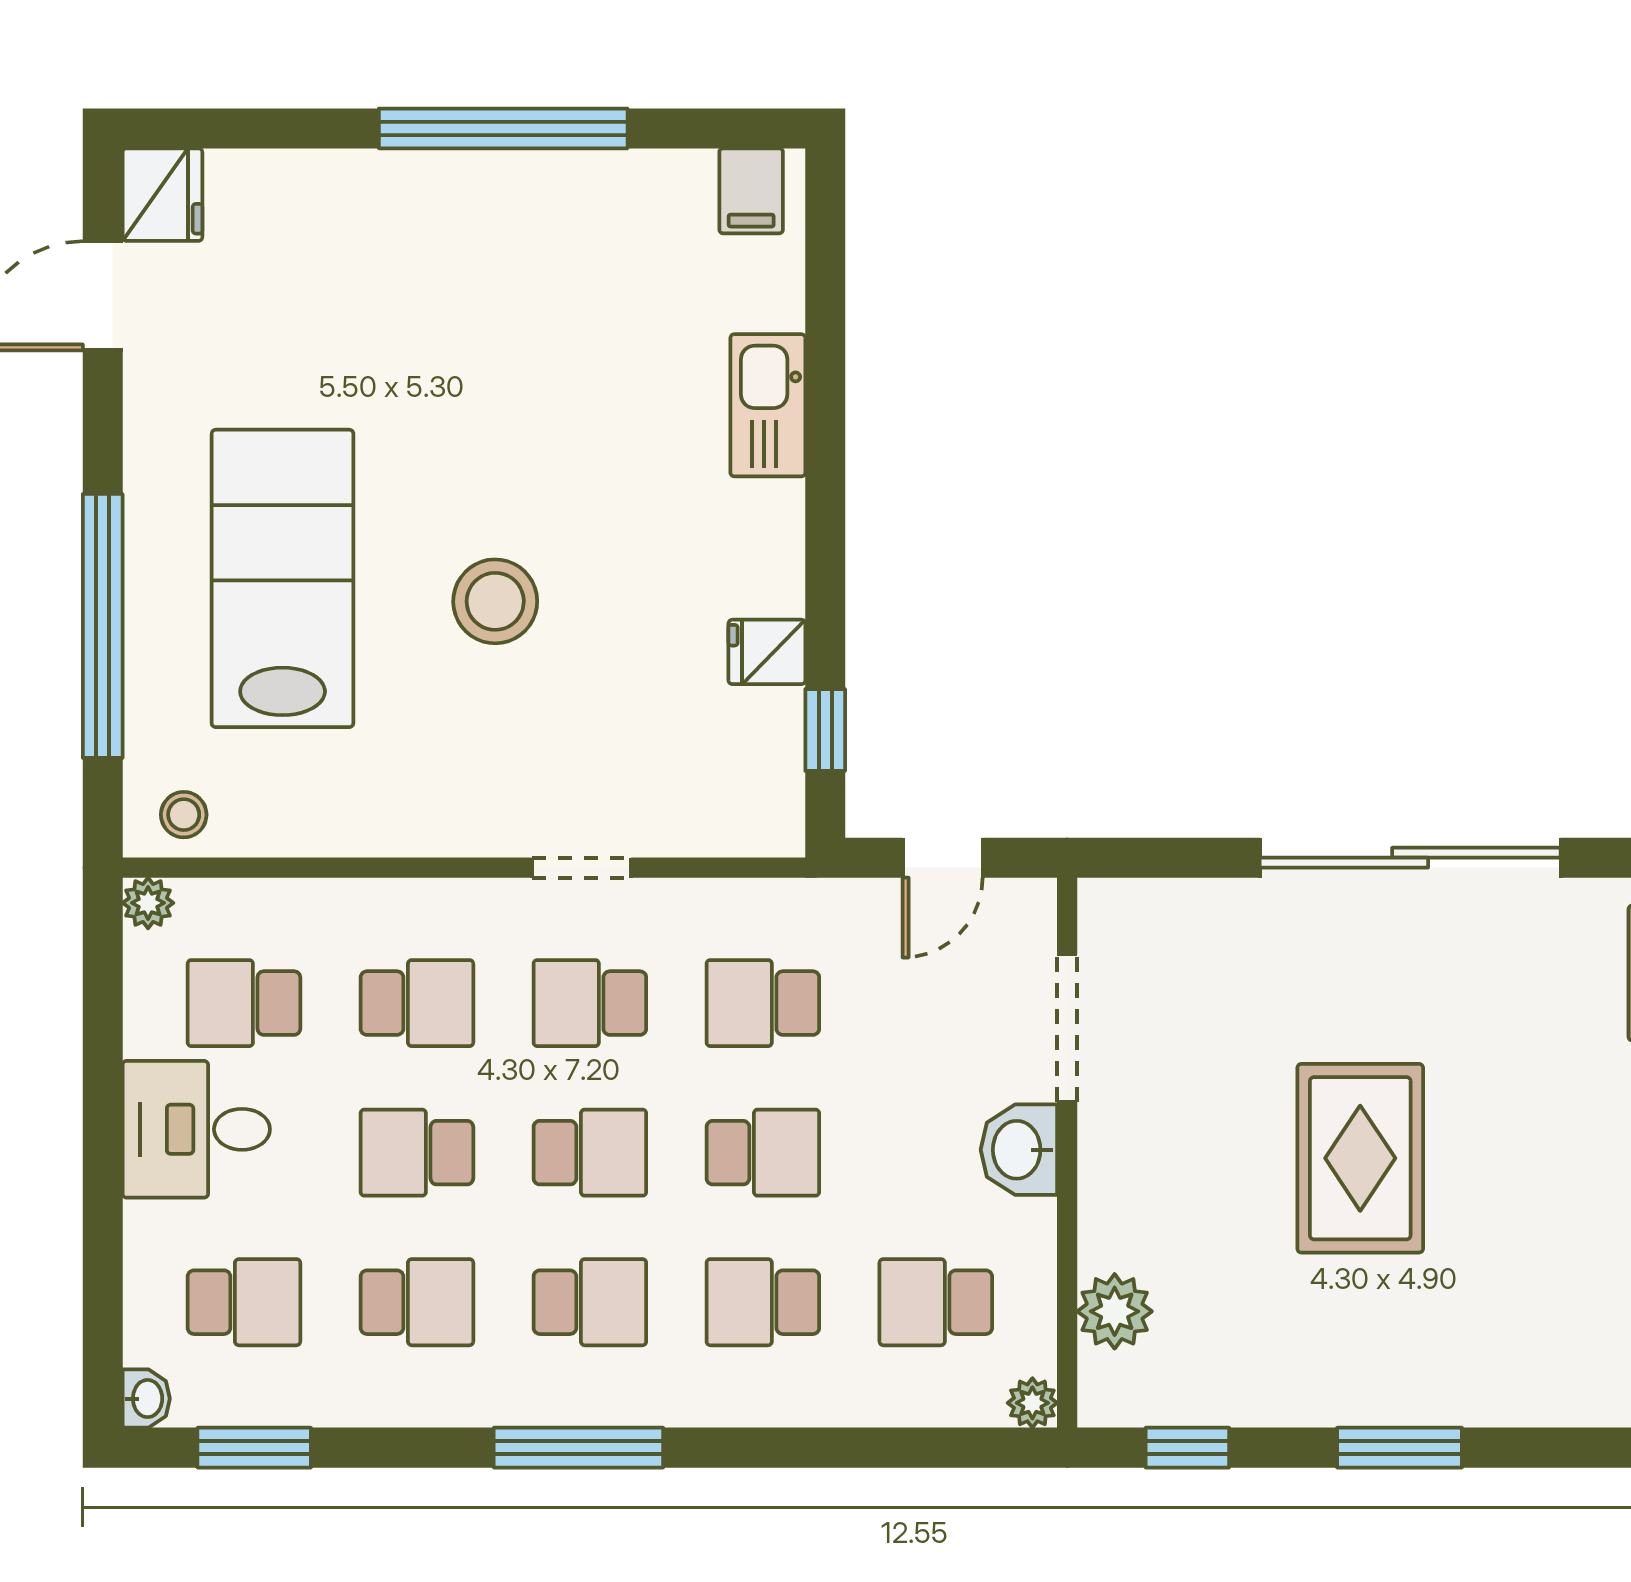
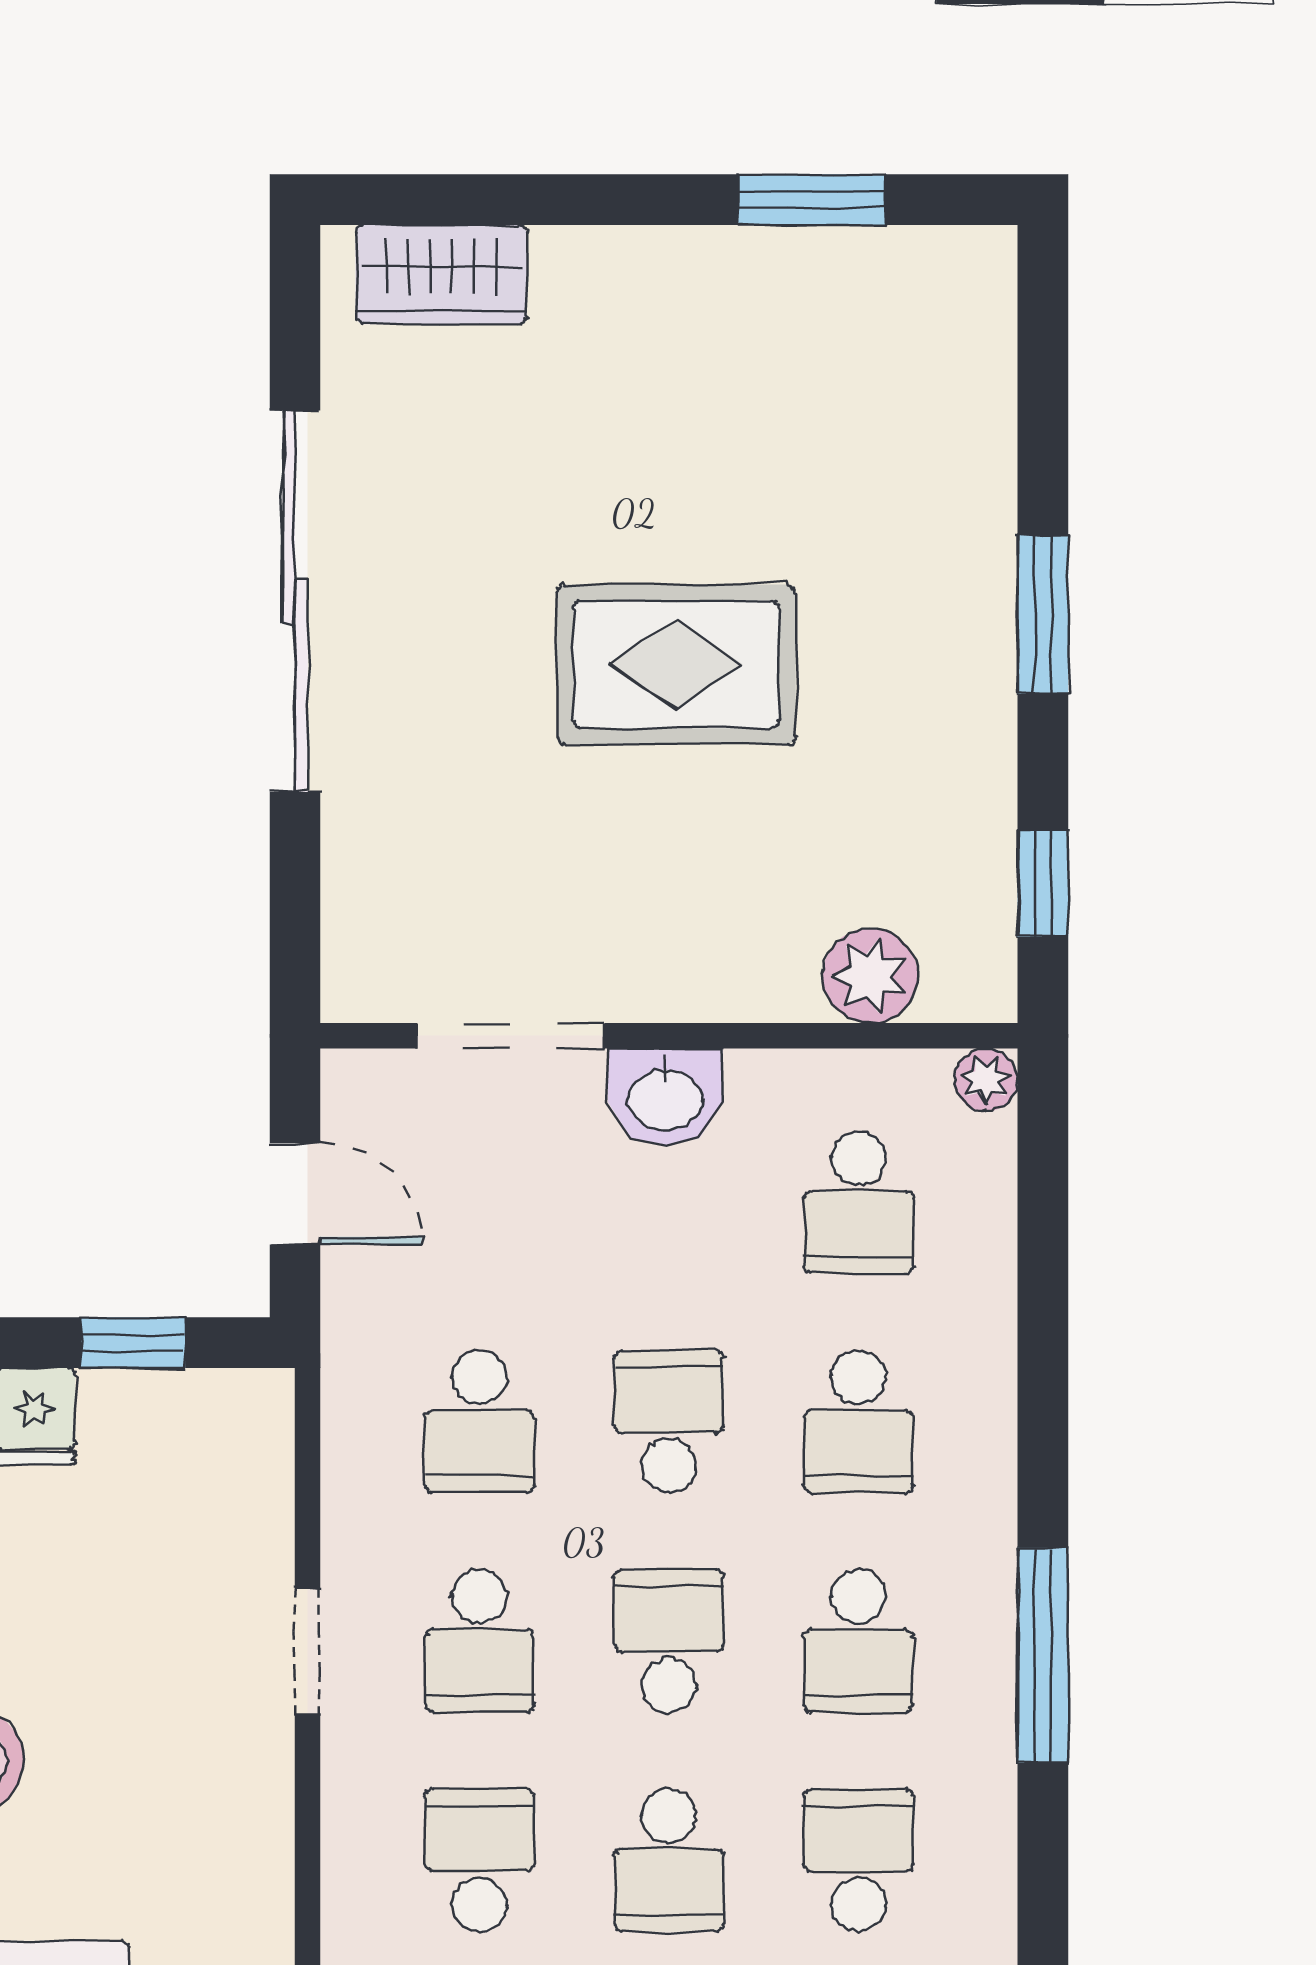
school desk: (590, 1302) -> (859, 1641), turned 180

